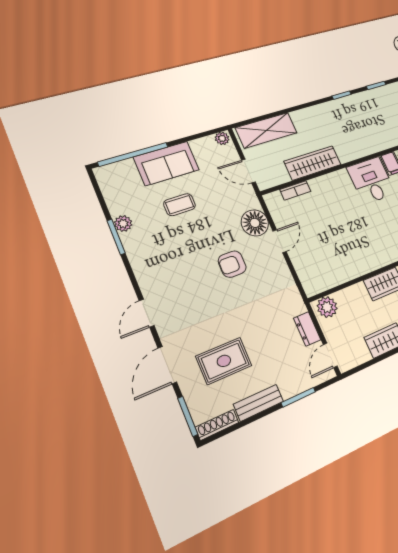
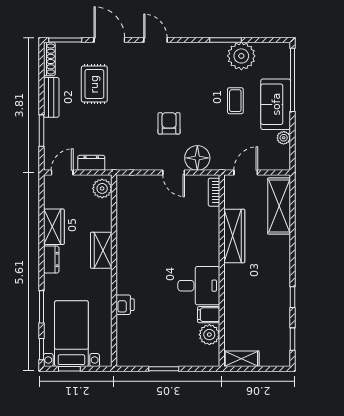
plant: (222, 138) -> (284, 138), moved
bookcase: (295, 190) -> (214, 192), moved
plant: (123, 224) -> (241, 56), width x1.87, depth x1.87
door: (330, 355) -> (62, 173), hinge flipped

